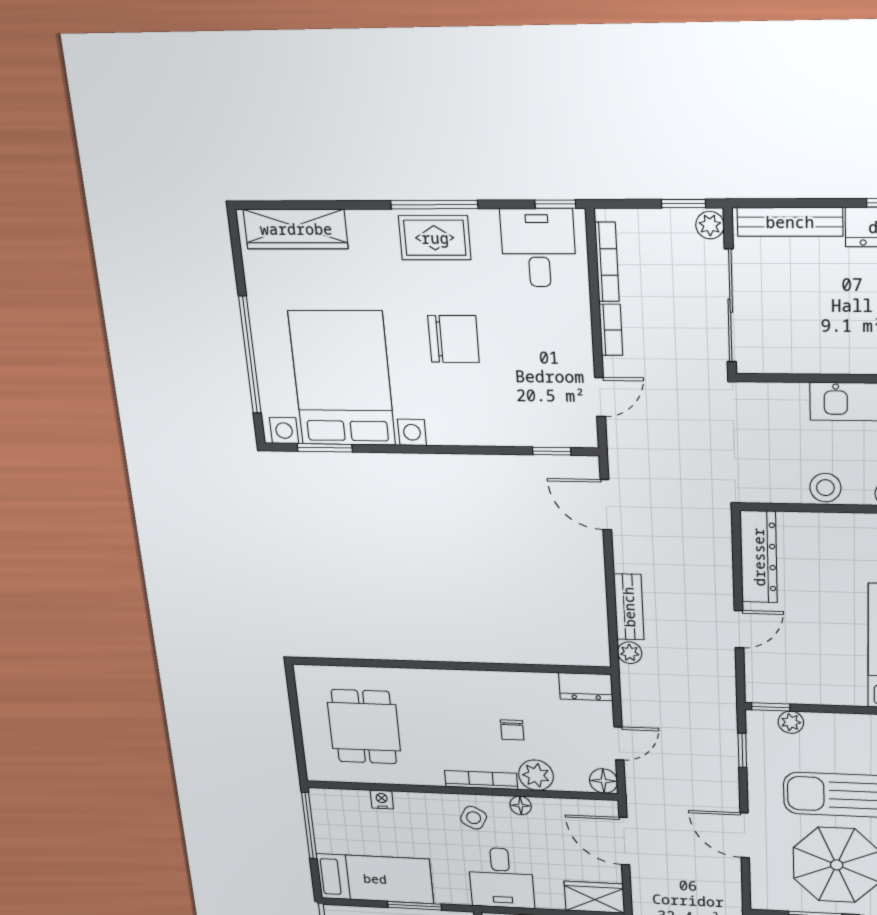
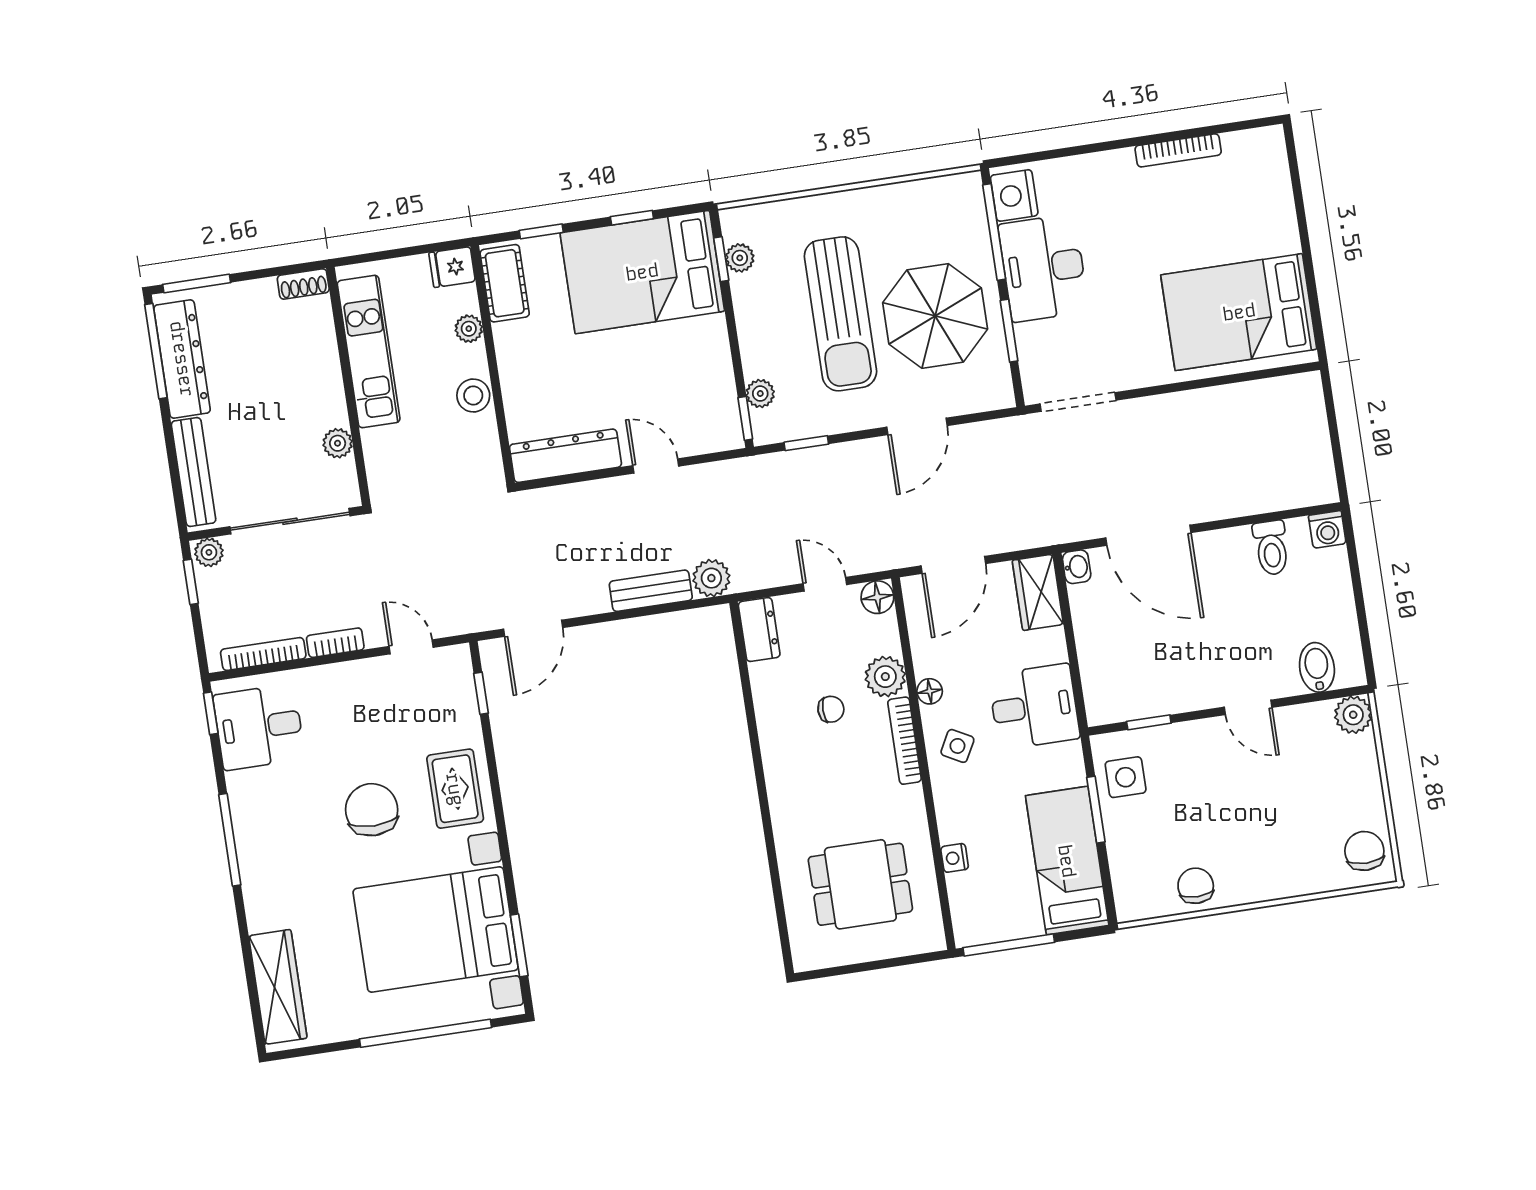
rug: (435, 238) -> (455, 789), moved
plant: (799, 361) -> (338, 443), added
plant: (630, 653) -> (711, 578), width x1.38, depth x1.38

